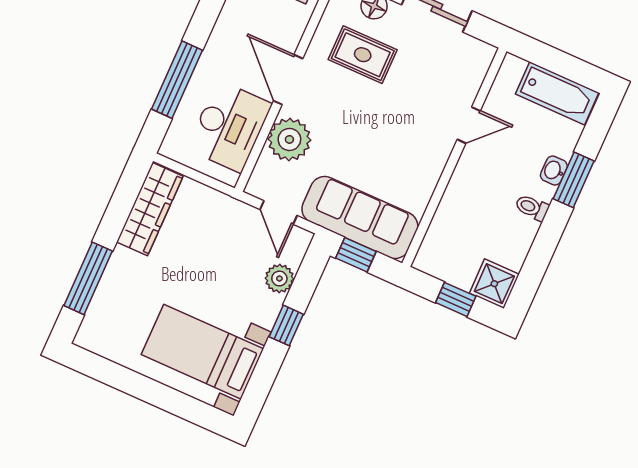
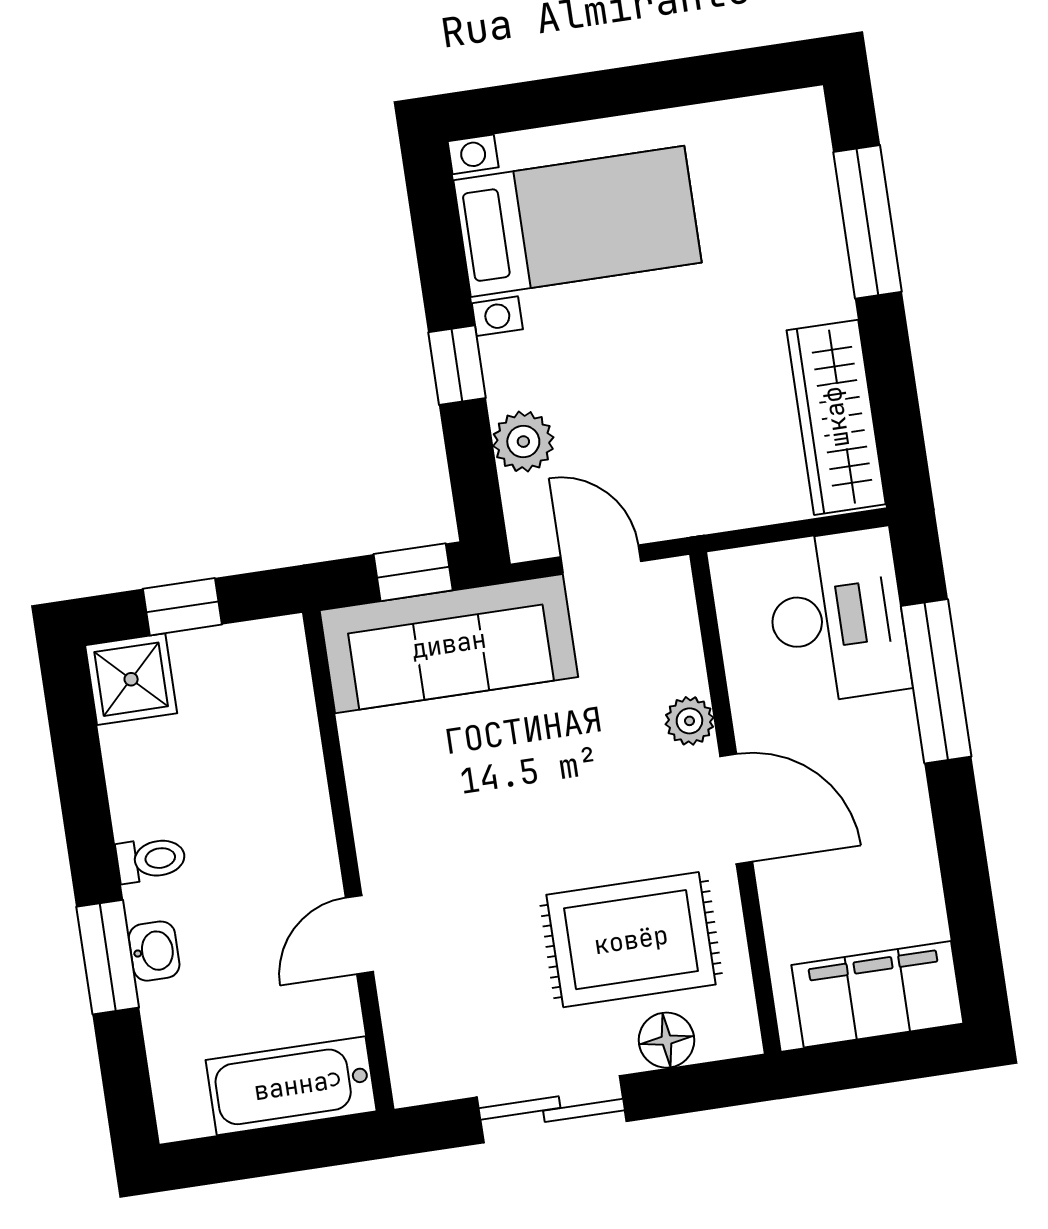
rug: (363, 55) -> (631, 940), width x1.36, depth x1.43
bathtub: (557, 93) -> (291, 1086), moved
desk: (229, 126) -> (837, 616), moved, turned 180
plant: (289, 139) -> (689, 721), width x0.53, depth x0.53

